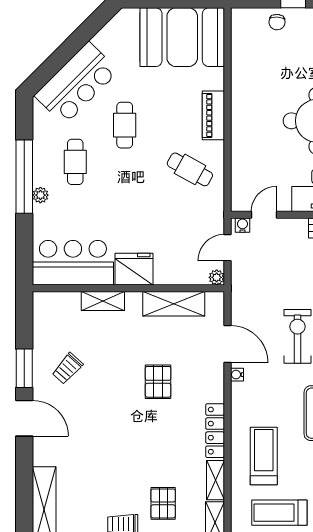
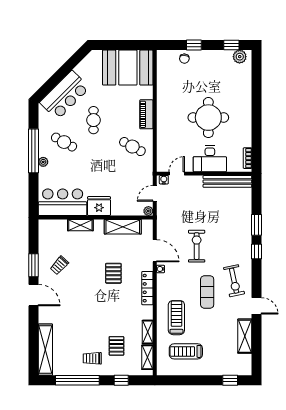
cafe table: (75, 162) -> (64, 142), turned -61
locker: (215, 431) -> (147, 288), moved

